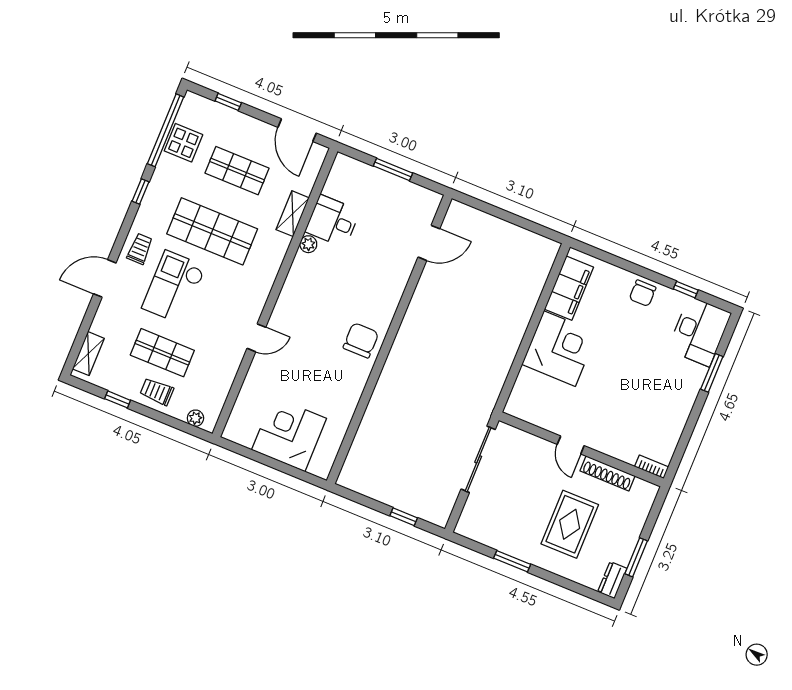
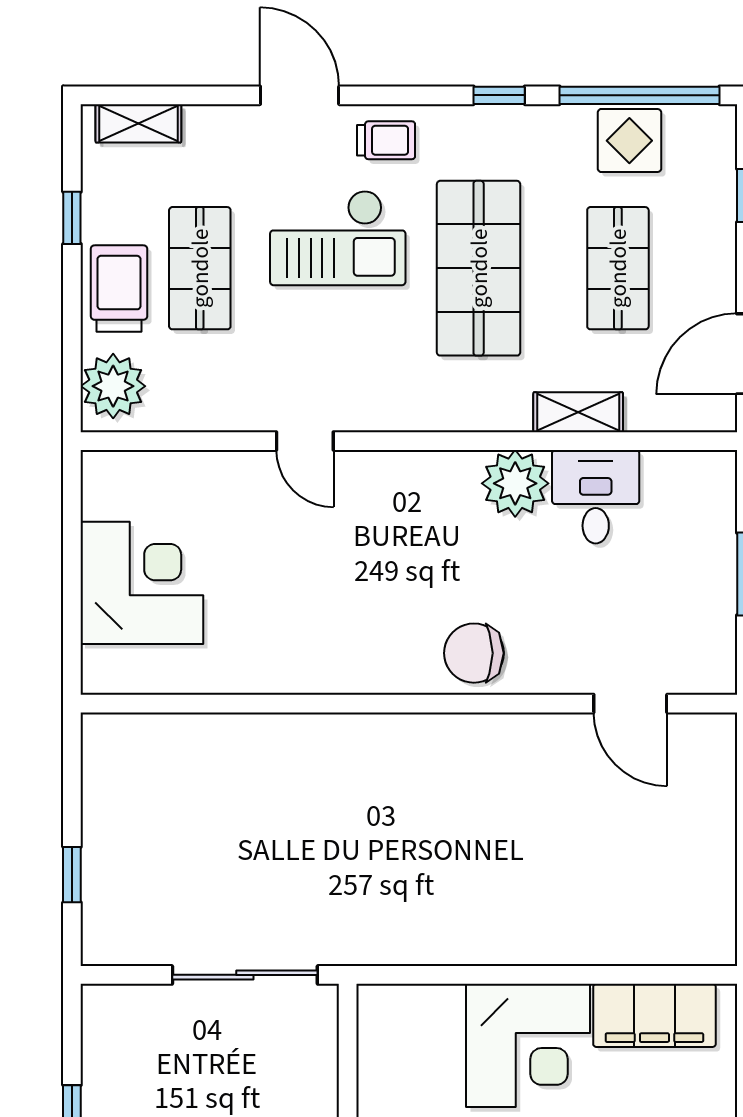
plant: (308, 244) -> (515, 483), width x1.88, depth x1.88
checkout: (174, 287) -> (338, 238), turned 180
chair: (361, 340) -> (474, 653), moved, turned 180
trolley: (157, 392) -> (119, 289), width x1.36, depth x1.39
plant: (195, 418) -> (113, 386), width x1.88, depth x1.88

